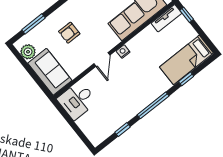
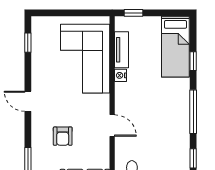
tv unit: (166, 18) -> (122, 50), moved
nightstand: (123, 52) -> (120, 75), moved

